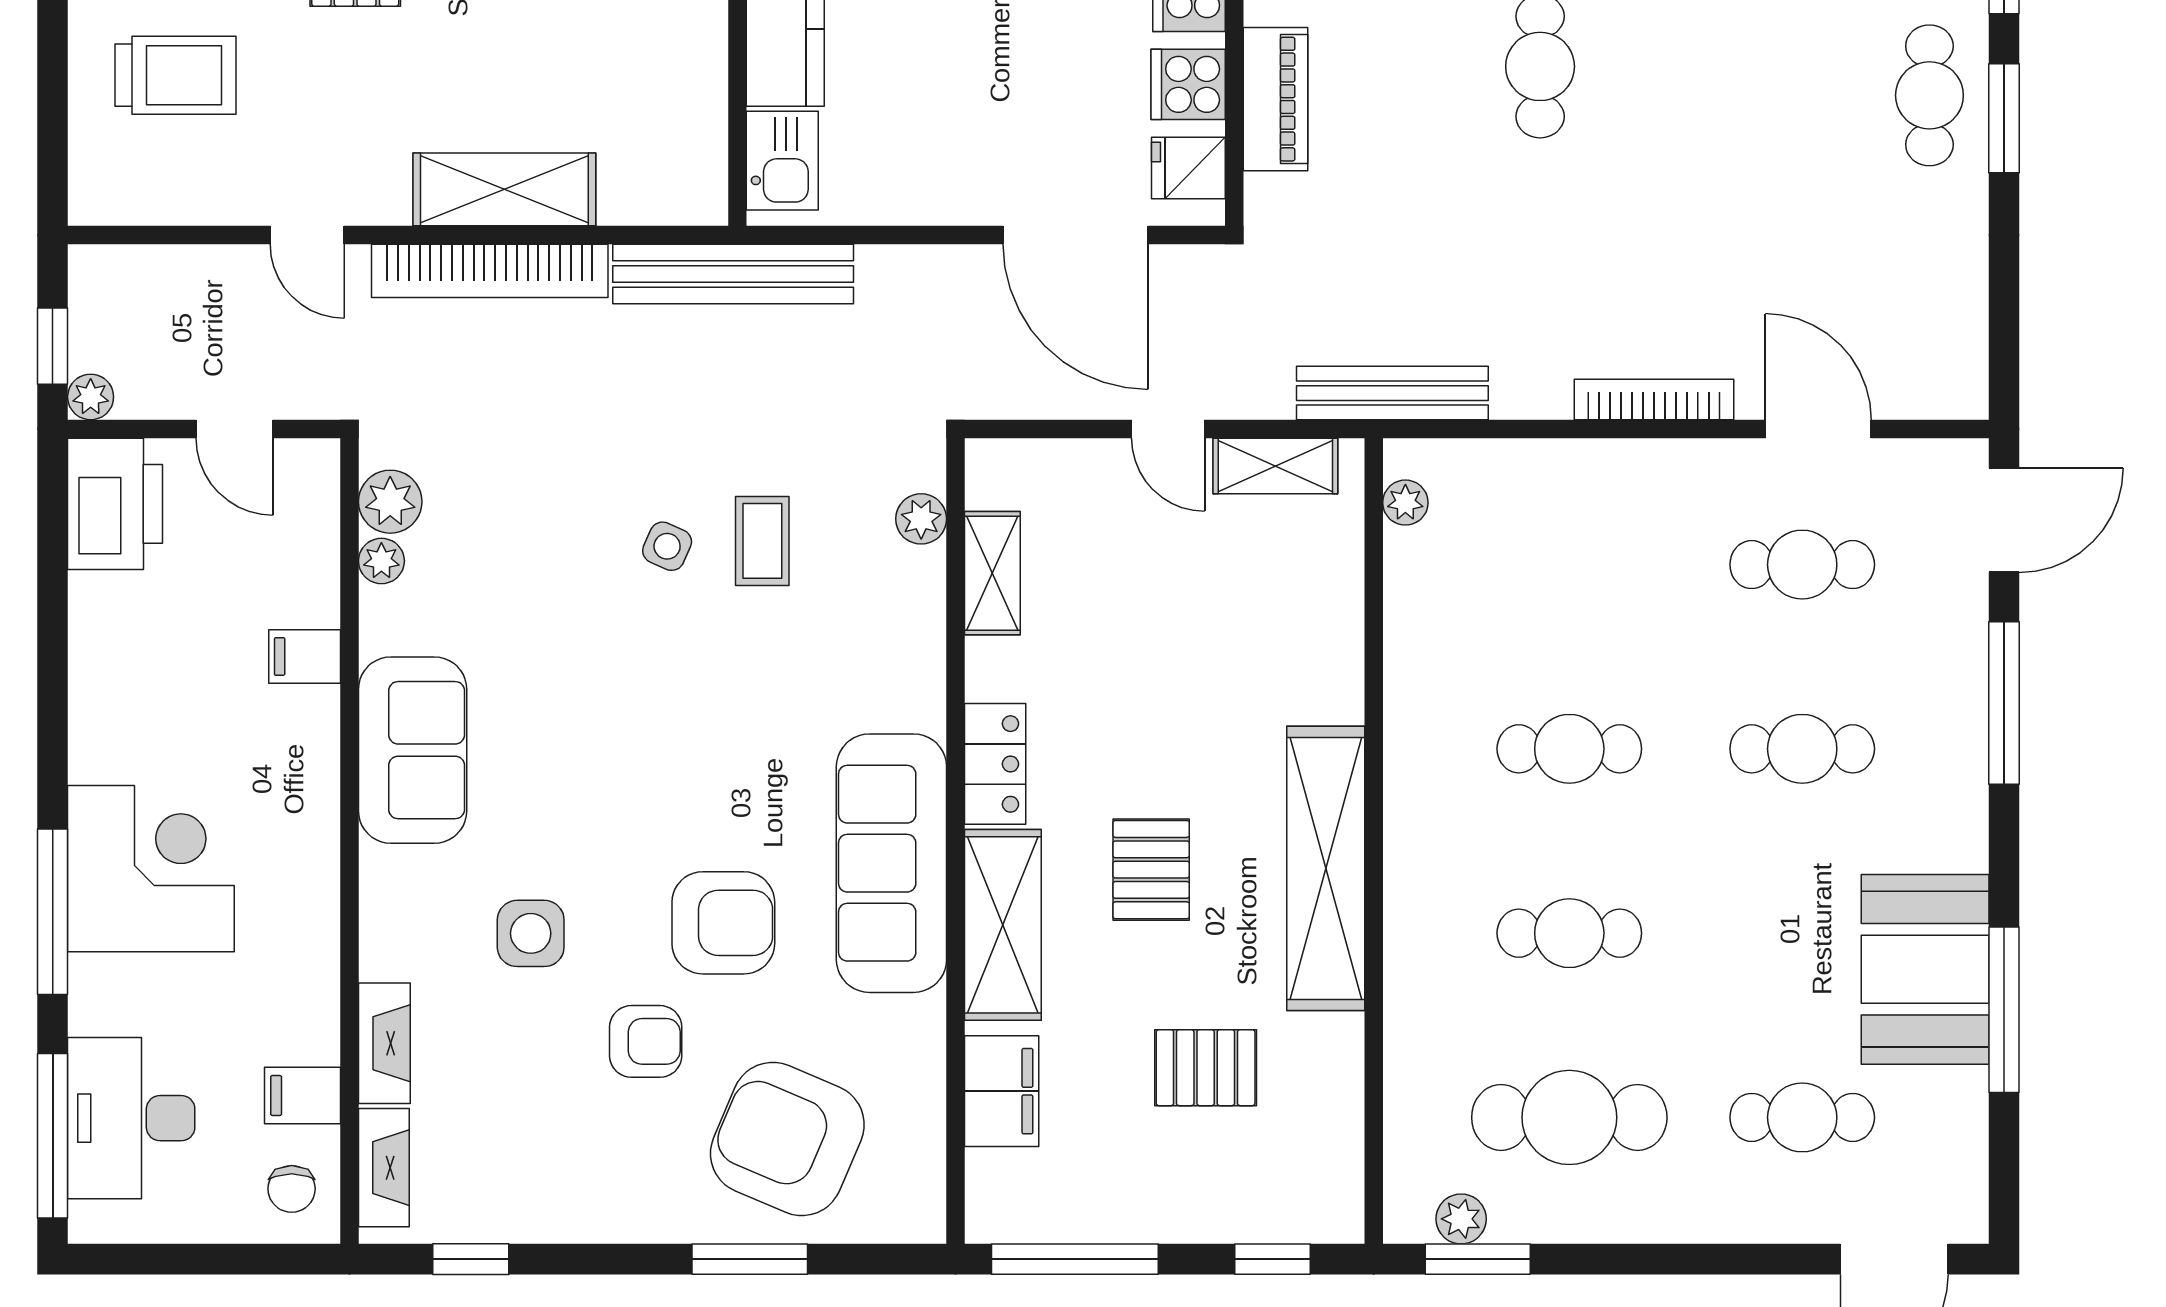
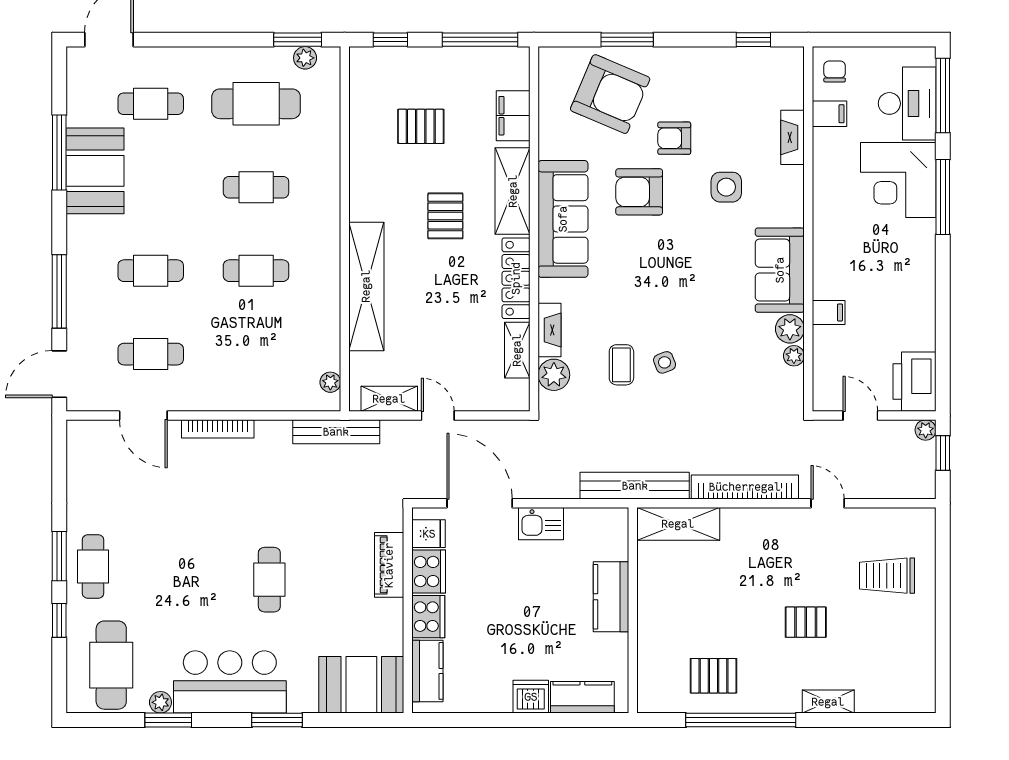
cooker: (1188, 84) -> (429, 571), width x1.36
kitchen sink: (782, 161) -> (541, 524), moved, turned -90
shelving: (504, 189) -> (678, 524), moved
plant: (390, 502) -> (790, 329), moved
plant: (921, 519) -> (554, 375), width x1.38, depth x1.38
side table: (667, 546) -> (665, 362), turned 45
locker: (995, 764) -> (516, 278), width x1.53
shelving: (1326, 868) -> (366, 286), moved
corner desk: (151, 869) -> (898, 180), moved
fireplace: (384, 1168) -> (550, 330), moved, turned 180

